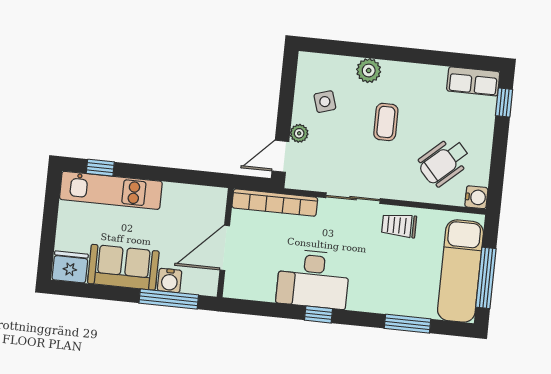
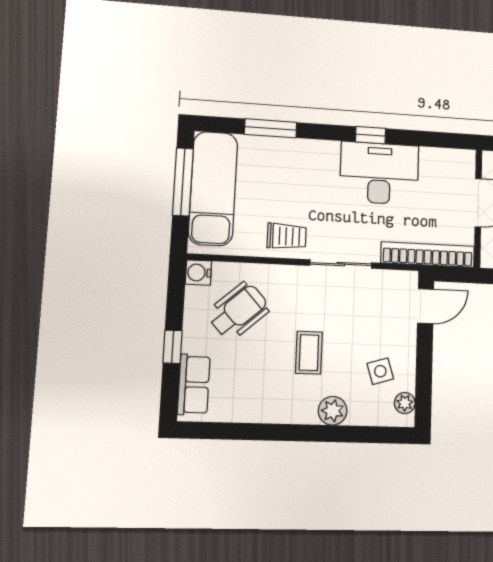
row of seats: (473, 81) -> (194, 385), moved, turned 90
window: (504, 102) -> (173, 347), moved
plant: (299, 133) -> (405, 403), moved

